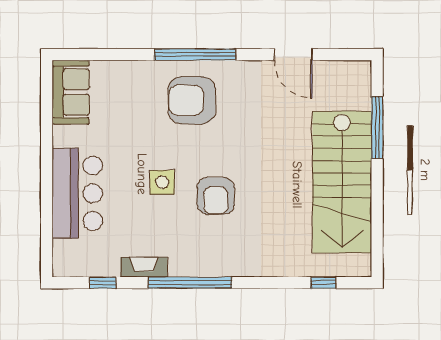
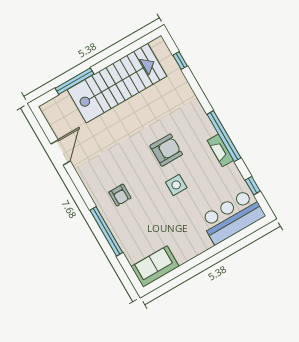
window: (195, 55) -> (106, 231), moved
armchair: (192, 100) -> (120, 195), width x0.53, depth x0.53
bar counter: (77, 193) -> (232, 217), moved
fireplace: (144, 267) -> (220, 150), moved

